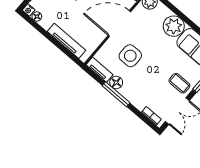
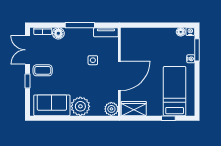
tv unit: (66, 41) -> (146, 33), removed
side table: (130, 56) -> (93, 60), width x0.54, depth x0.54
floor lamp: (116, 82) -> (58, 33), moved

